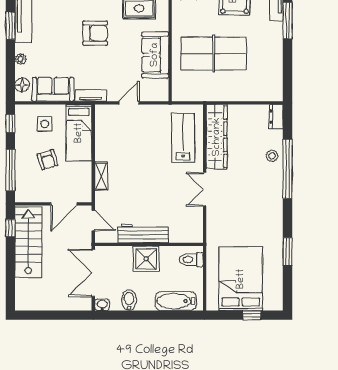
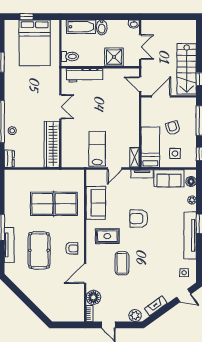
lab bench: (183, 138) -> (97, 149), moved, turned 180
shelving: (101, 176) -> (134, 157), moved
workbench: (143, 233) -> (85, 75), moved
shower: (146, 259) -> (114, 57), moved
double door: (93, 273) -> (140, 47), width x0.73
bidet: (129, 300) -> (102, 27), moved

